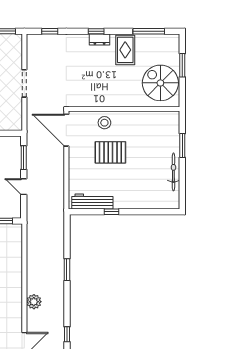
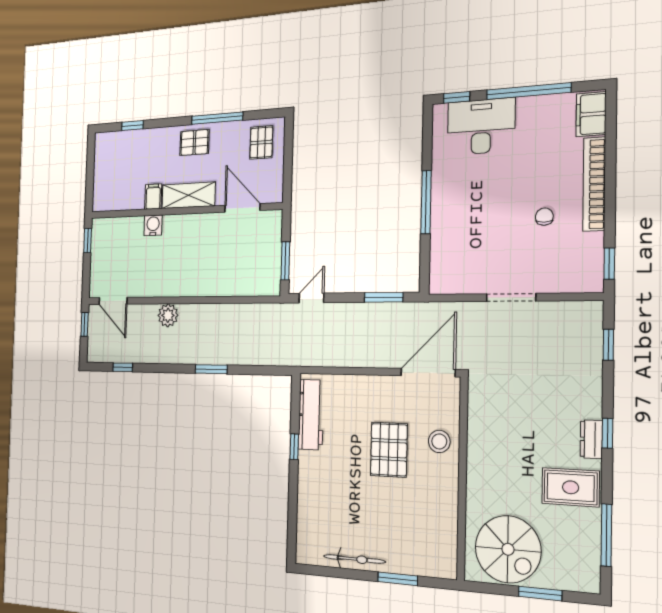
spiral stairs: (160, 83) -> (508, 549), turned 90
door: (24, 187) -> (311, 298), moved

